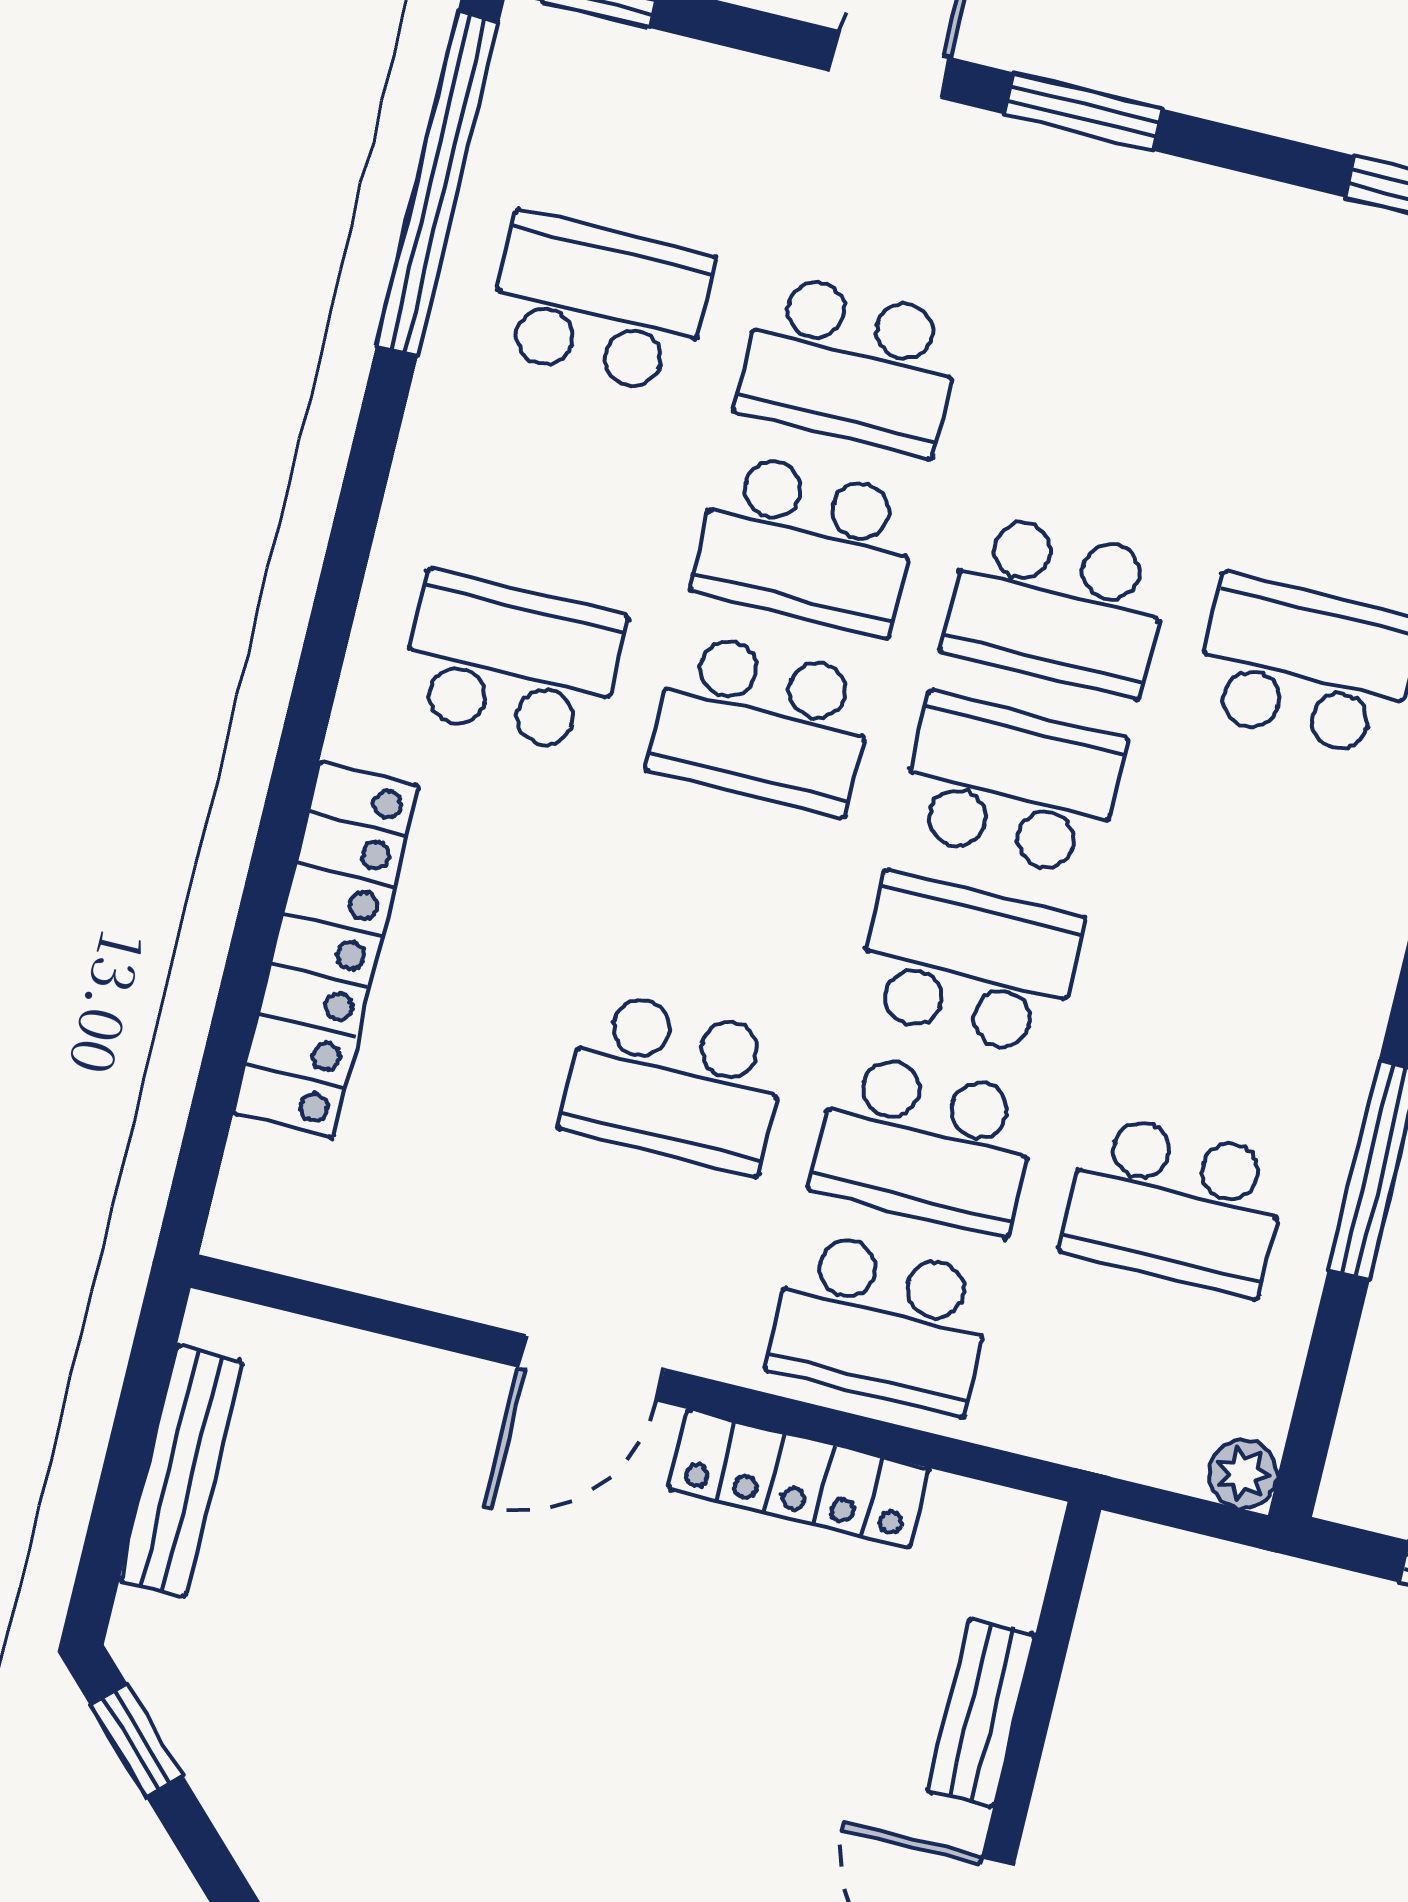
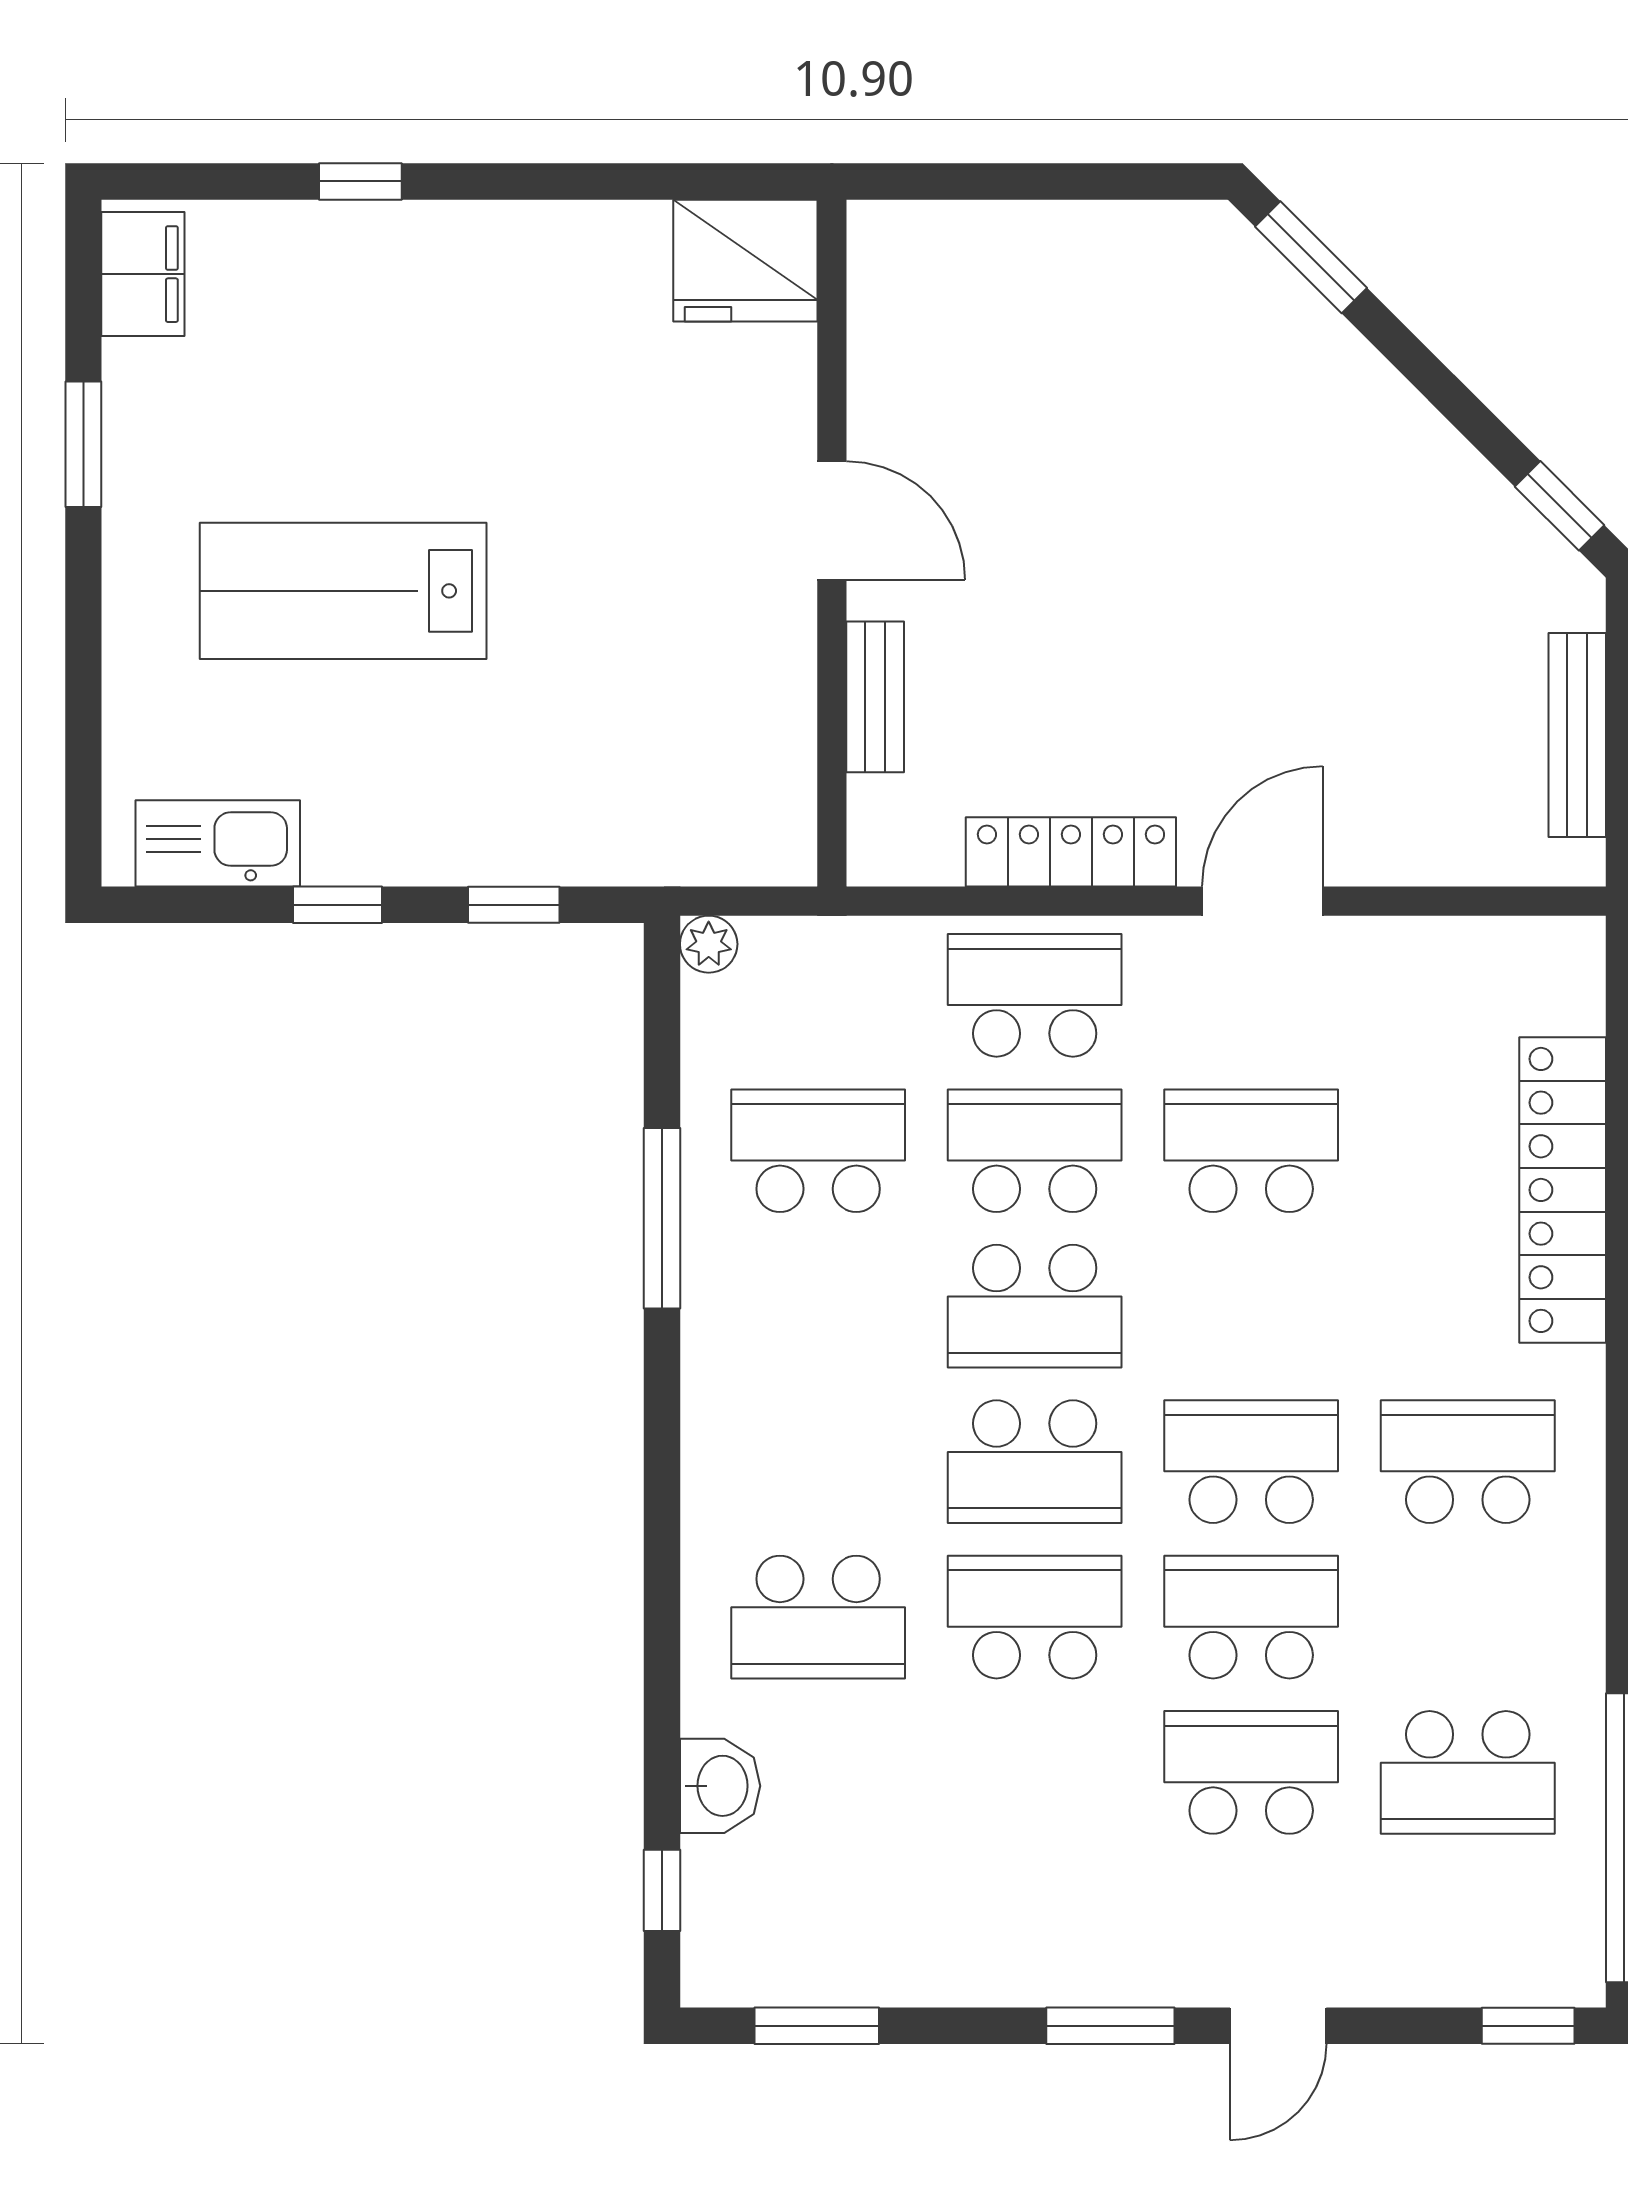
school desk: (512, 663) -> (1468, 1462), turned 180

